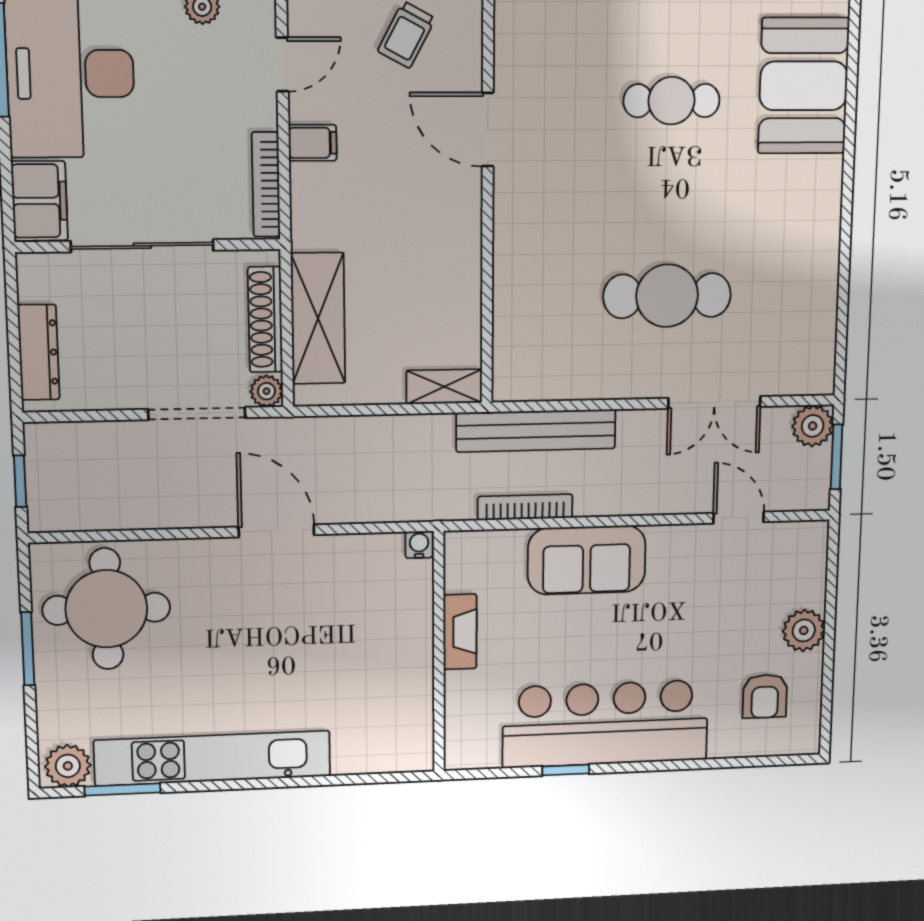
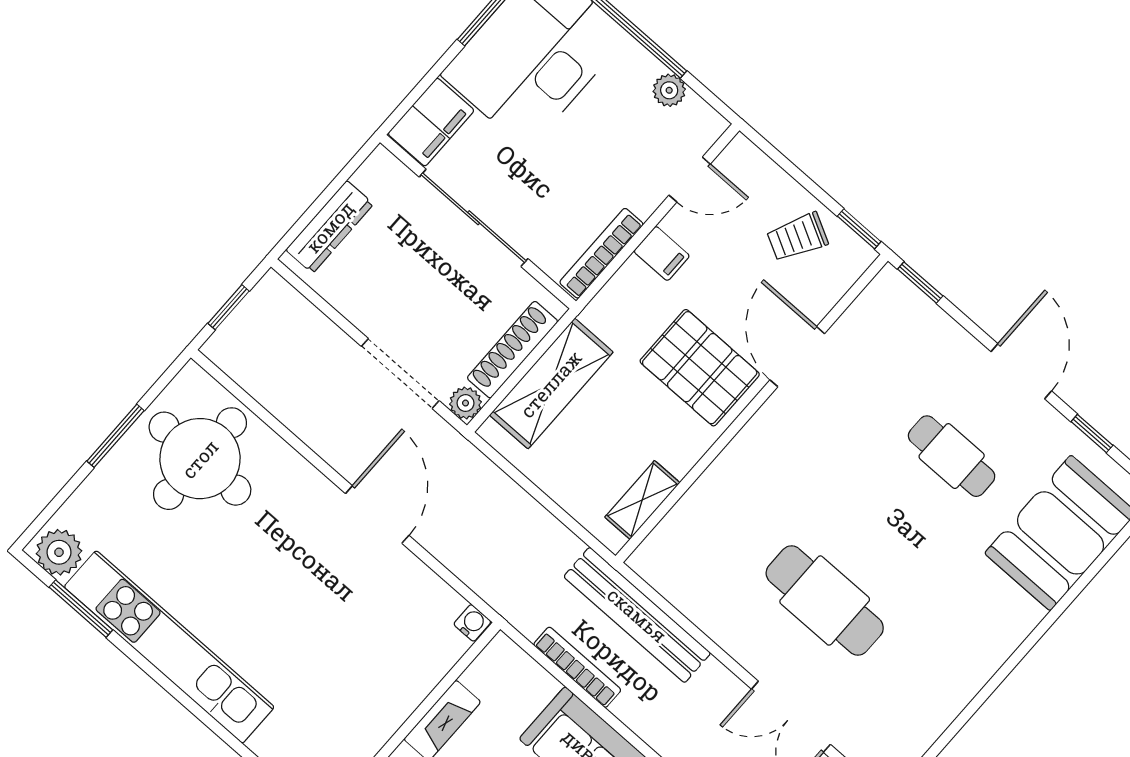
pallet: (420, 205) -> (700, 368), added
shelving: (444, 387) -> (642, 500), moved, turned 90

